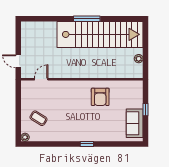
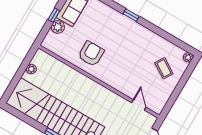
door: (41, 79) -> (139, 105), swing flipped
plant: (137, 102) -> (58, 27), added

